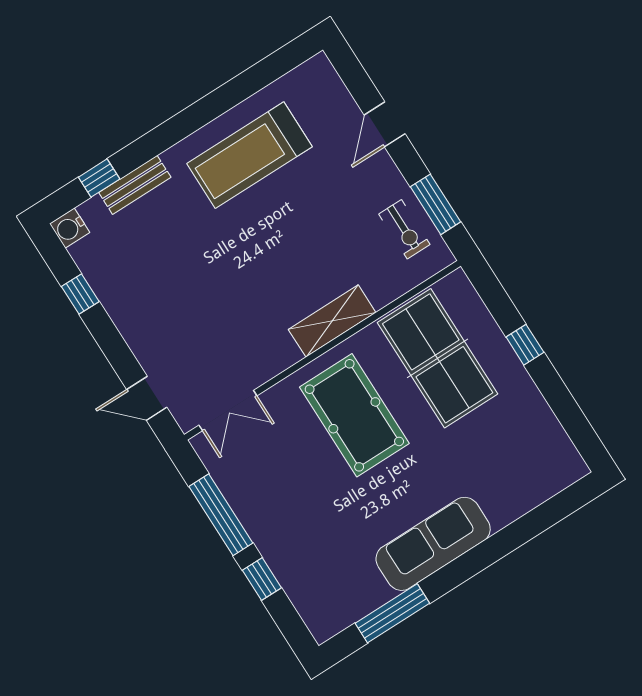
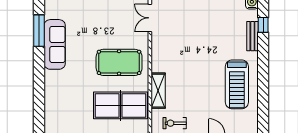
treadmill: (250, 155) -> (237, 84), turned 180
shelving: (332, 321) -> (158, 91), moved
sofa: (433, 544) -> (55, 44), moved

